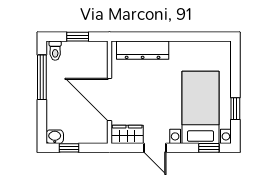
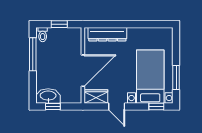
door: (110, 99) -> (83, 71), swing flipped
window: (235, 109) -> (176, 77), width x1.50
washbasin: (55, 137) -> (48, 96), width x1.91, depth x1.45

